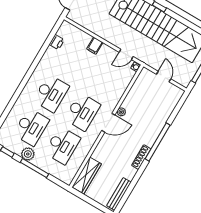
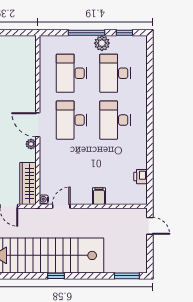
door: (108, 123) -> (38, 125), hinge flipped
wardrobe: (87, 176) -> (28, 184), moved

